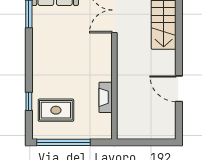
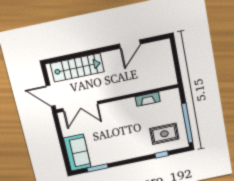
rug: (56, 110) -> (164, 134), turned 90

